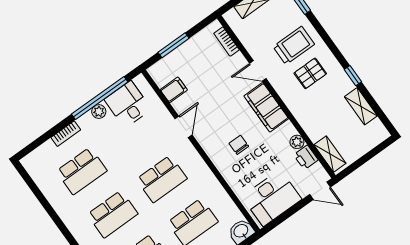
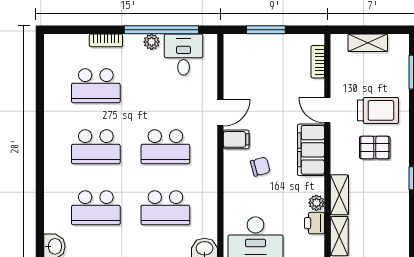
filing cabinet: (174, 90) -> (236, 139), moved
shelving: (361, 106) -> (339, 195), moved
chair: (239, 145) -> (260, 167), turned 75

